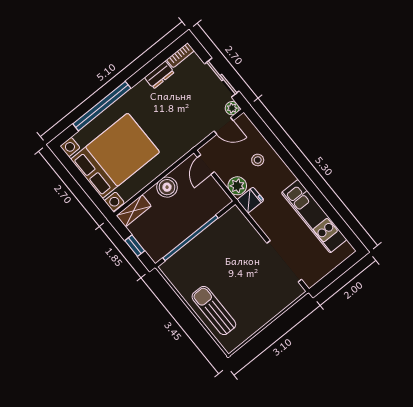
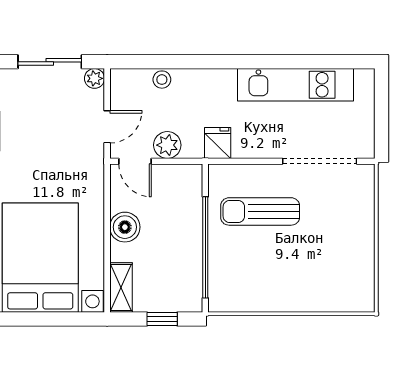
door: (224, 126) -> (107, 127), moved
stool: (258, 160) -> (162, 80), moved
plant: (237, 186) -> (167, 145), moved
sun lounger: (214, 310) -> (260, 211), moved

